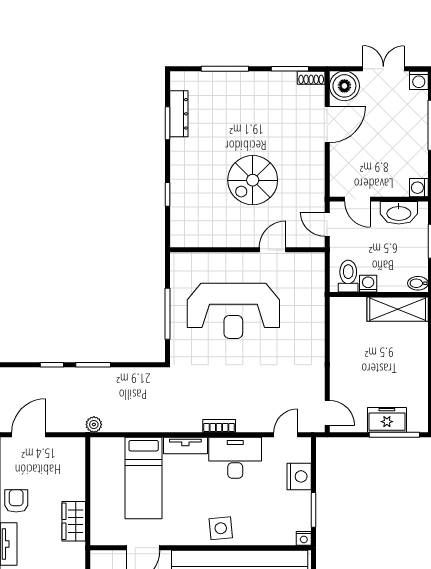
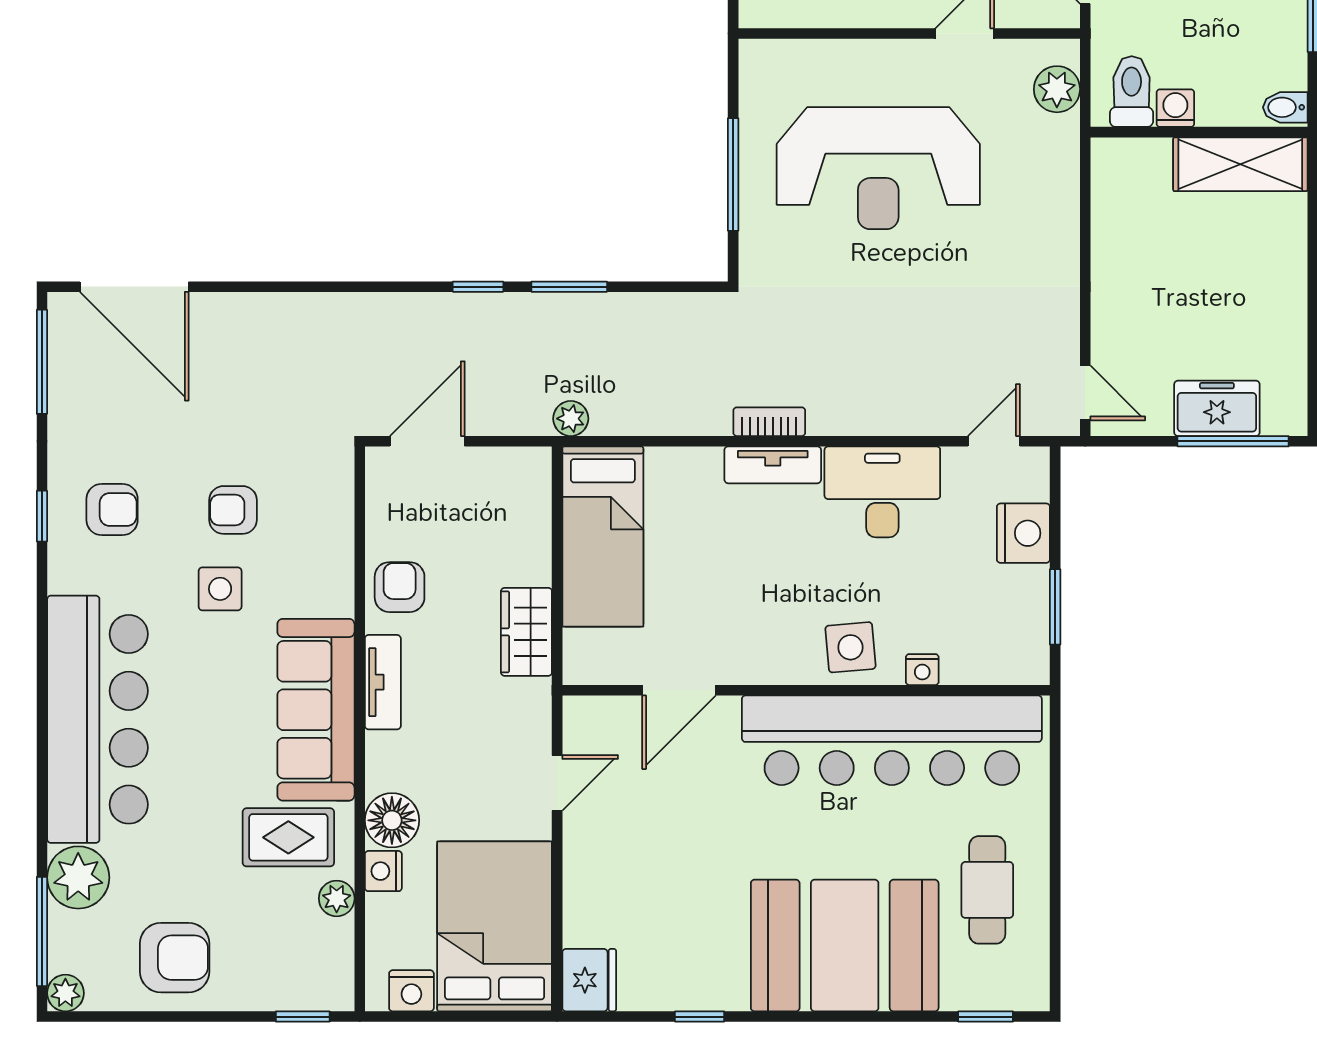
plant: (314, 275) -> (1057, 89), added
bookcase: (219, 426) -> (769, 422), moved
bed: (144, 478) -> (603, 536), moved
nightstand: (304, 538) -> (922, 670), moved

